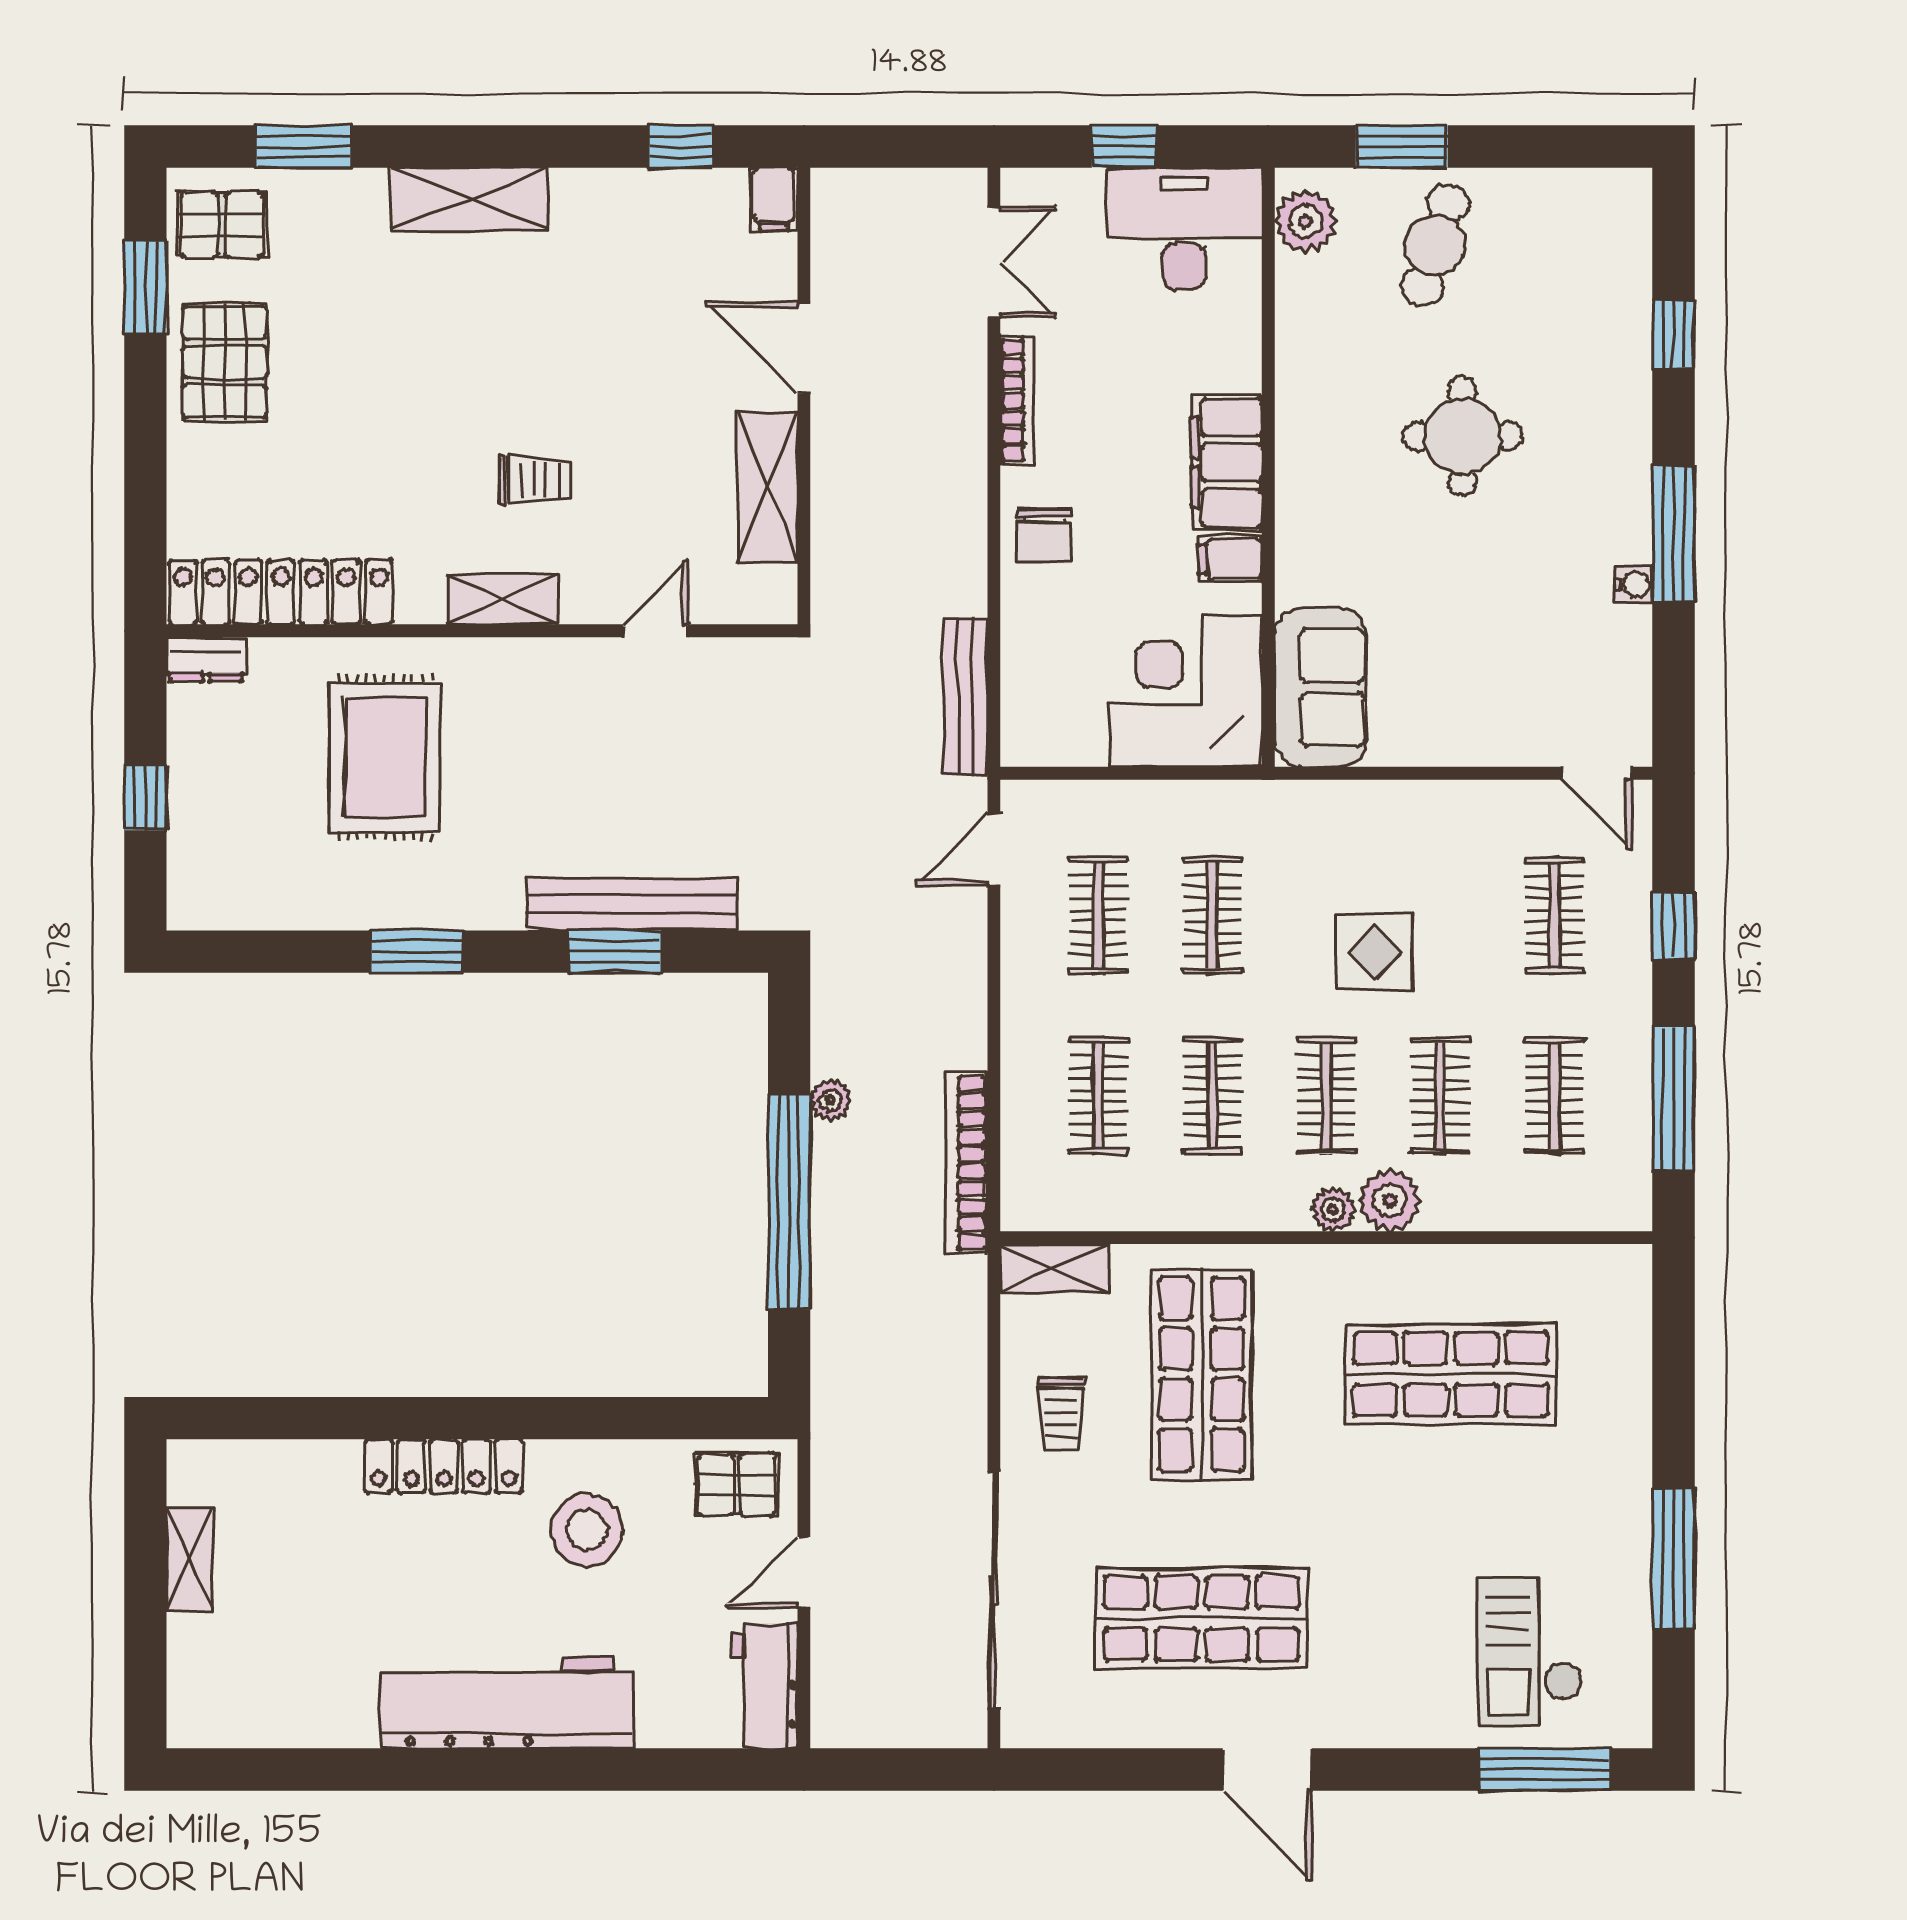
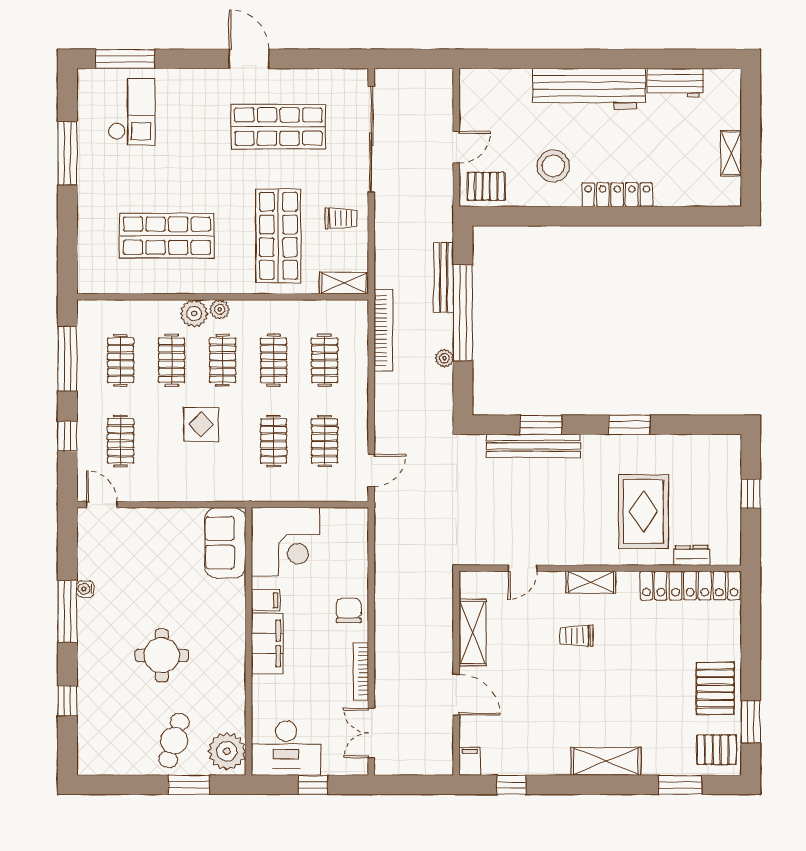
plant: (1306, 221) -> (227, 751), width x1.36, depth x1.36
dresser: (206, 659) -> (692, 555), moved
bench: (966, 697) -> (444, 277), moved
trolley: (1061, 1413) -> (341, 218), turned 90
workbench: (765, 1686) -> (675, 83), moved, turned 90

